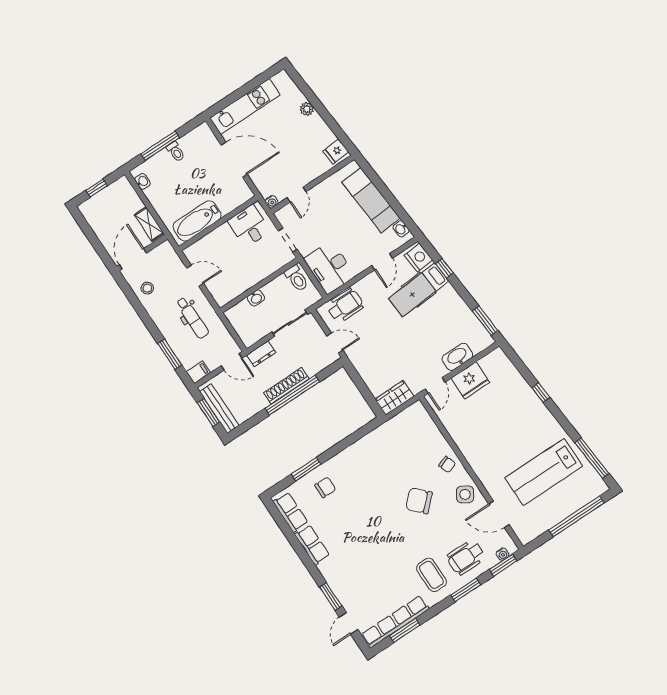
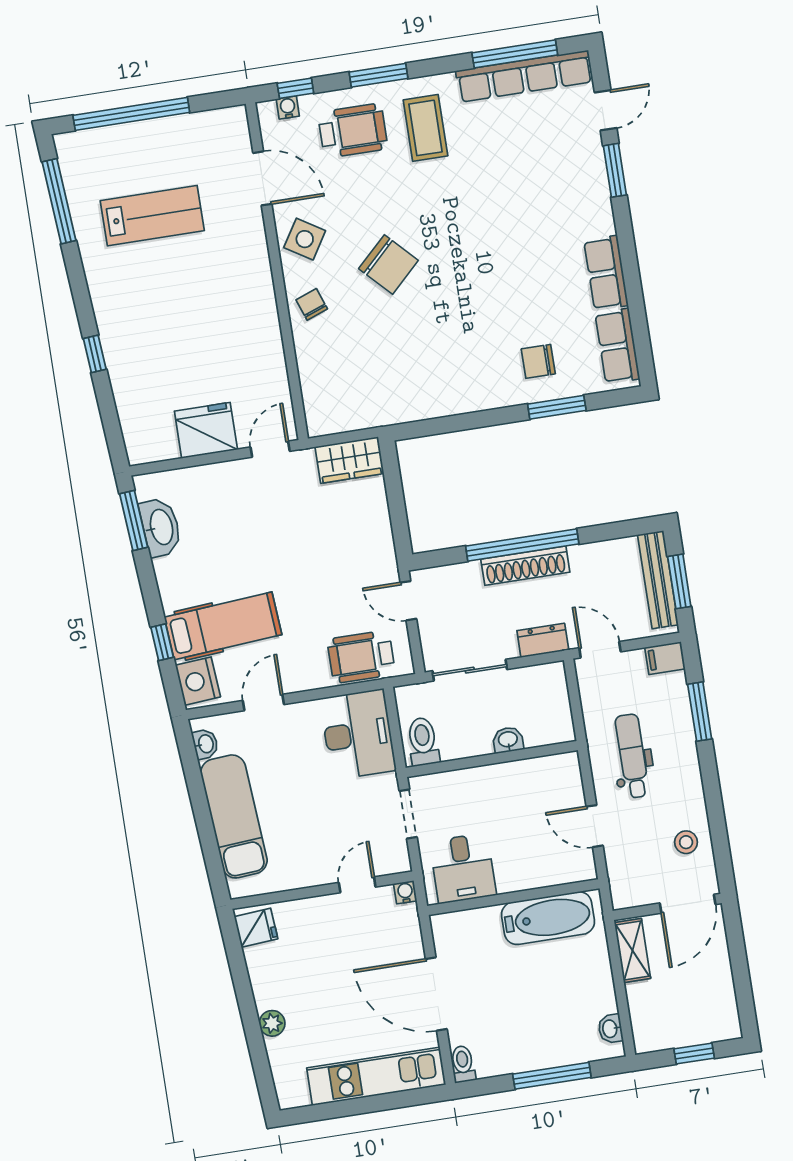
toilet: (176, 152) -> (463, 1064), moved
washbasin: (457, 357) -> (161, 527), moved, turned -94
lab bench: (544, 472) -> (152, 216), width x0.73, depth x0.72
window: (503, 565) -> (295, 88), width x0.67
window: (405, 630) -> (515, 54), width x1.44

